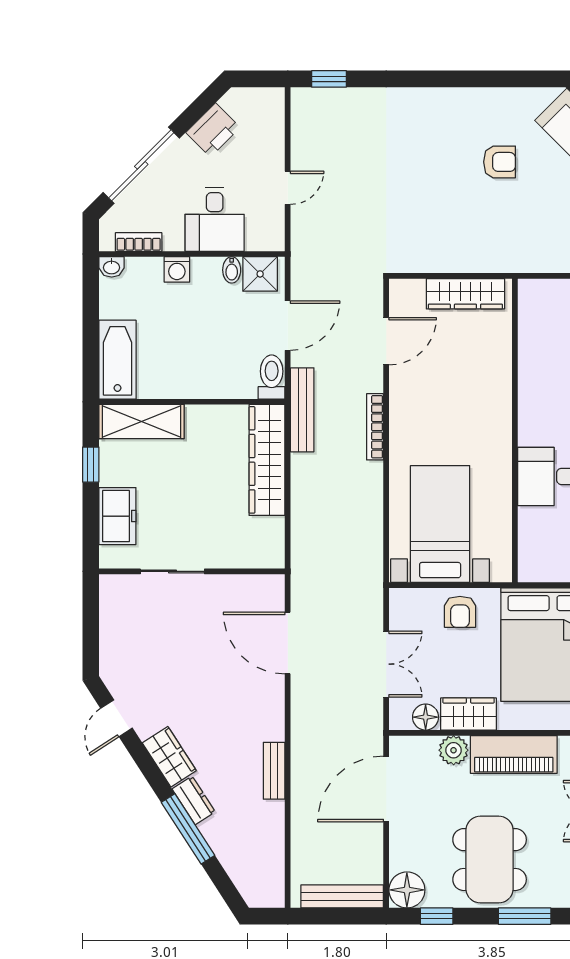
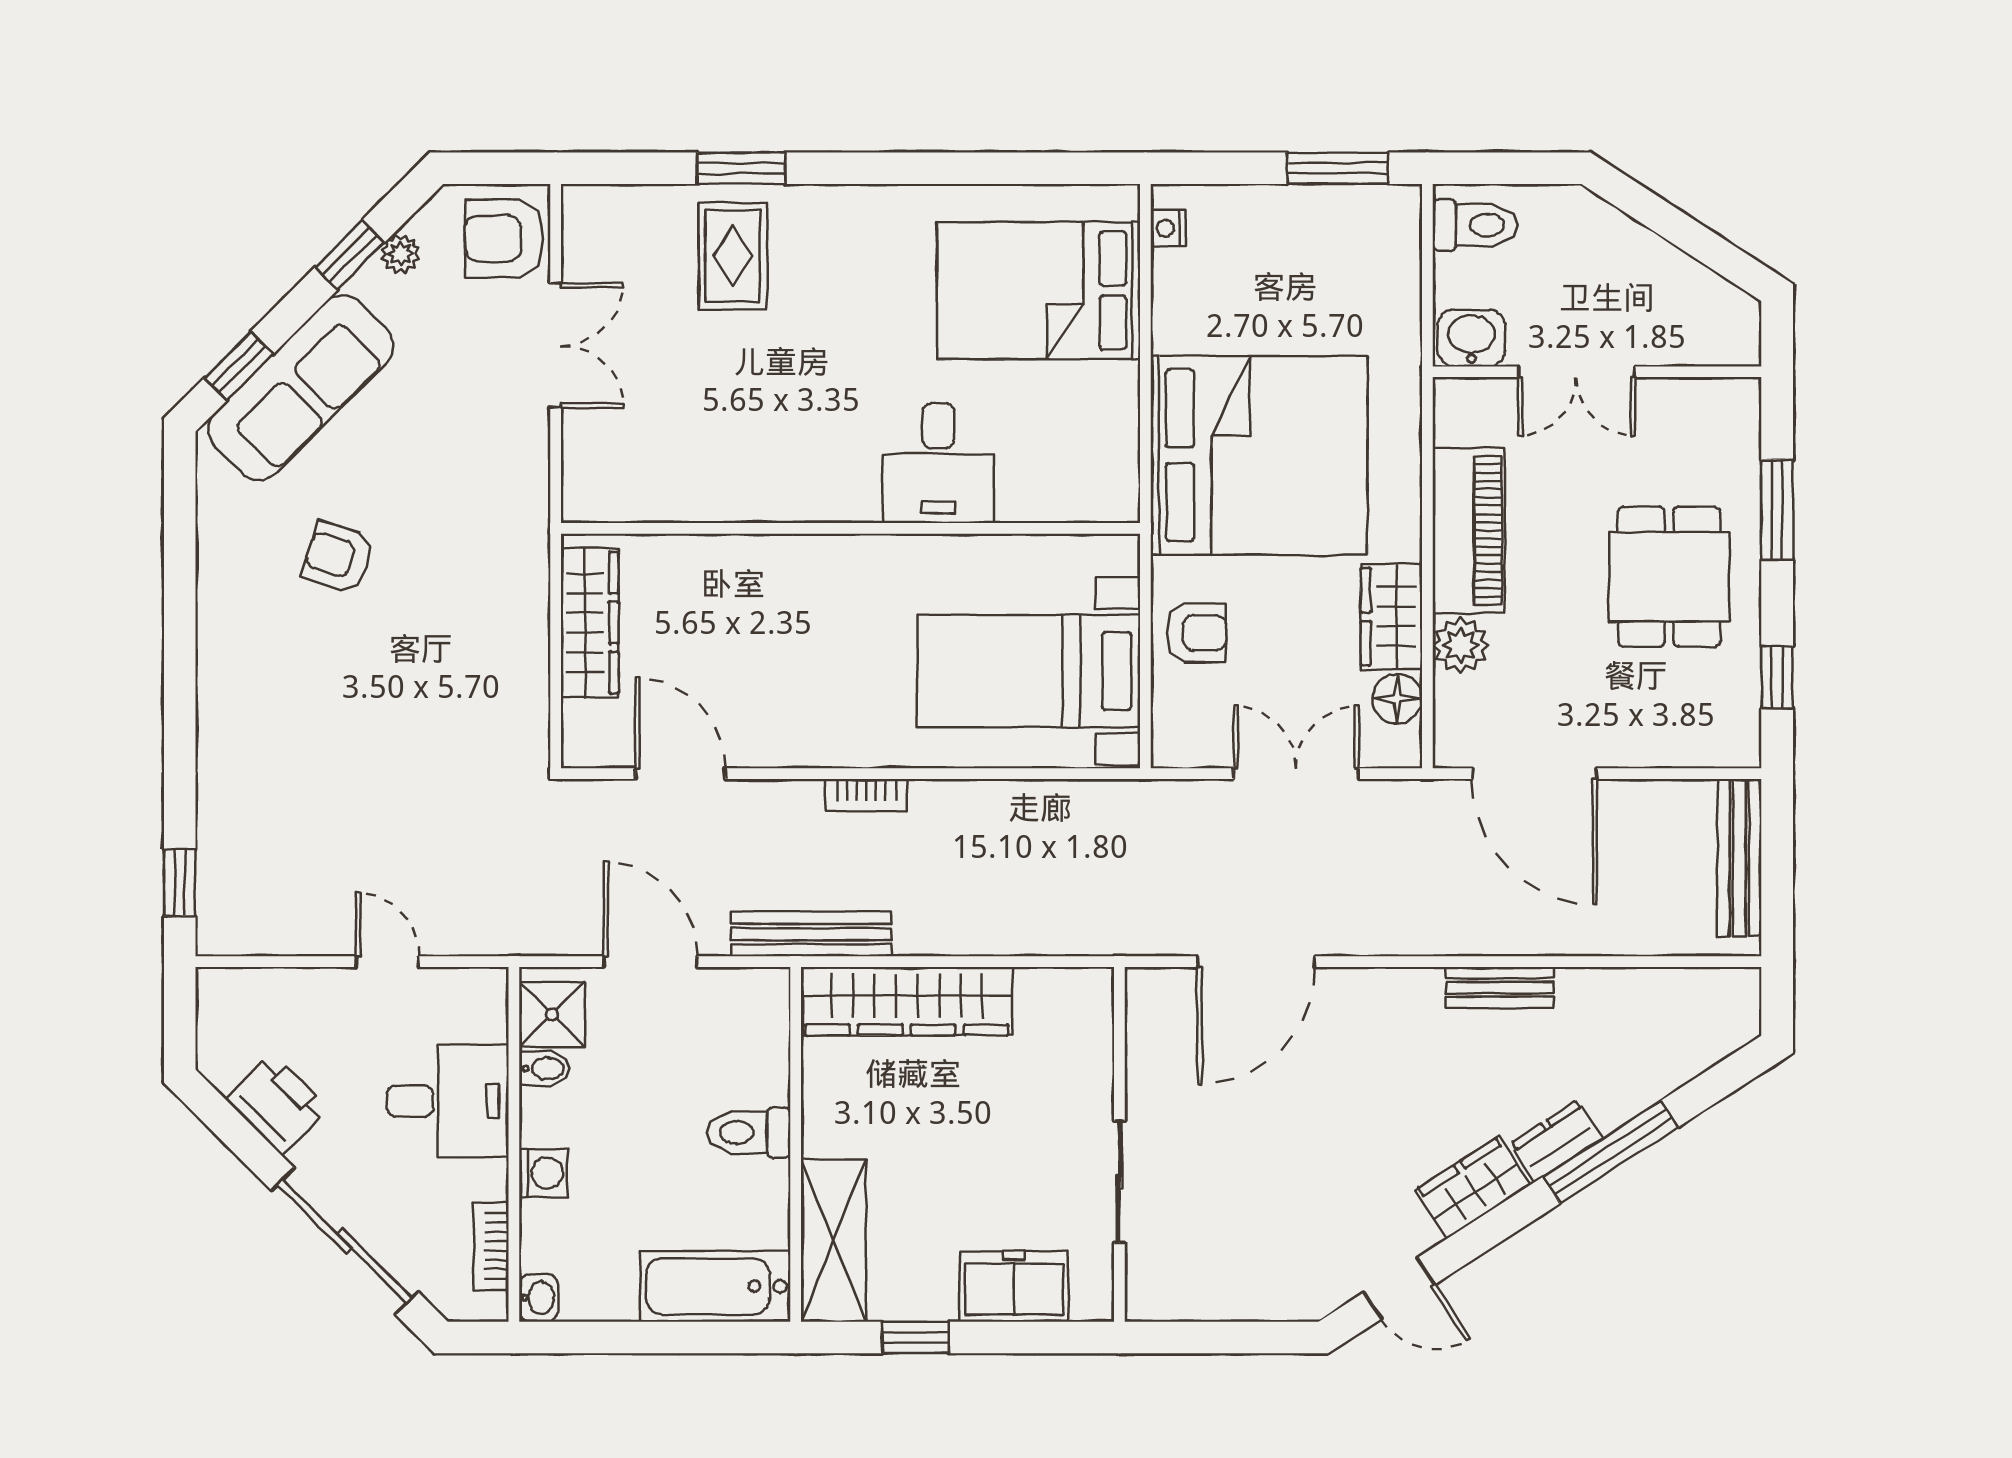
armchair: (500, 162) -> (338, 557), turned -72
toilet: (272, 377) -> (748, 1133), moved
bookcase: (375, 427) -> (866, 795), width x0.64
dining table: (490, 860) -> (1669, 577), width x0.73
floor lamp: (407, 890) -> (1727, 734), removed

